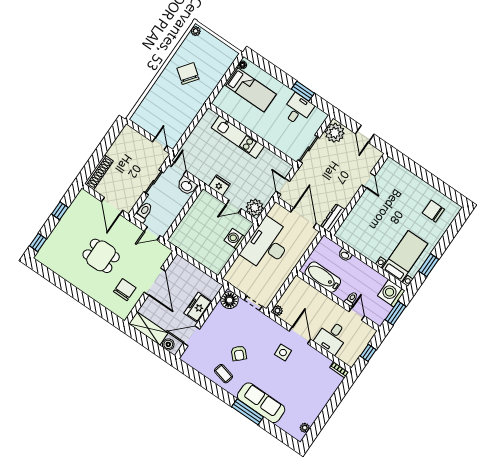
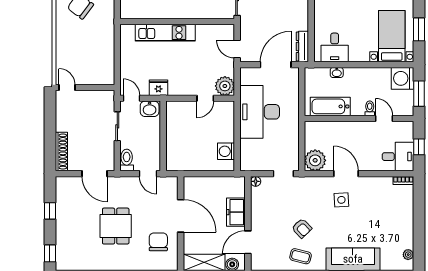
door: (160, 144) -> (67, 88), moved
fridge: (220, 185) -> (158, 88), moved
door: (304, 218) -> (276, 65), hinge flipped
door: (152, 233) -> (148, 174), hinge flipped
desk: (356, 235) -> (335, 47), added
washing machine: (234, 239) -> (226, 151), moved
dining table: (101, 256) -> (116, 226), turned 90
floor lamp: (230, 300) -> (256, 181), width x0.53, depth x0.53
plant: (277, 311) -> (315, 160), width x1.87, depth x1.87
desk: (332, 337) -> (398, 157), moved, turned -90

